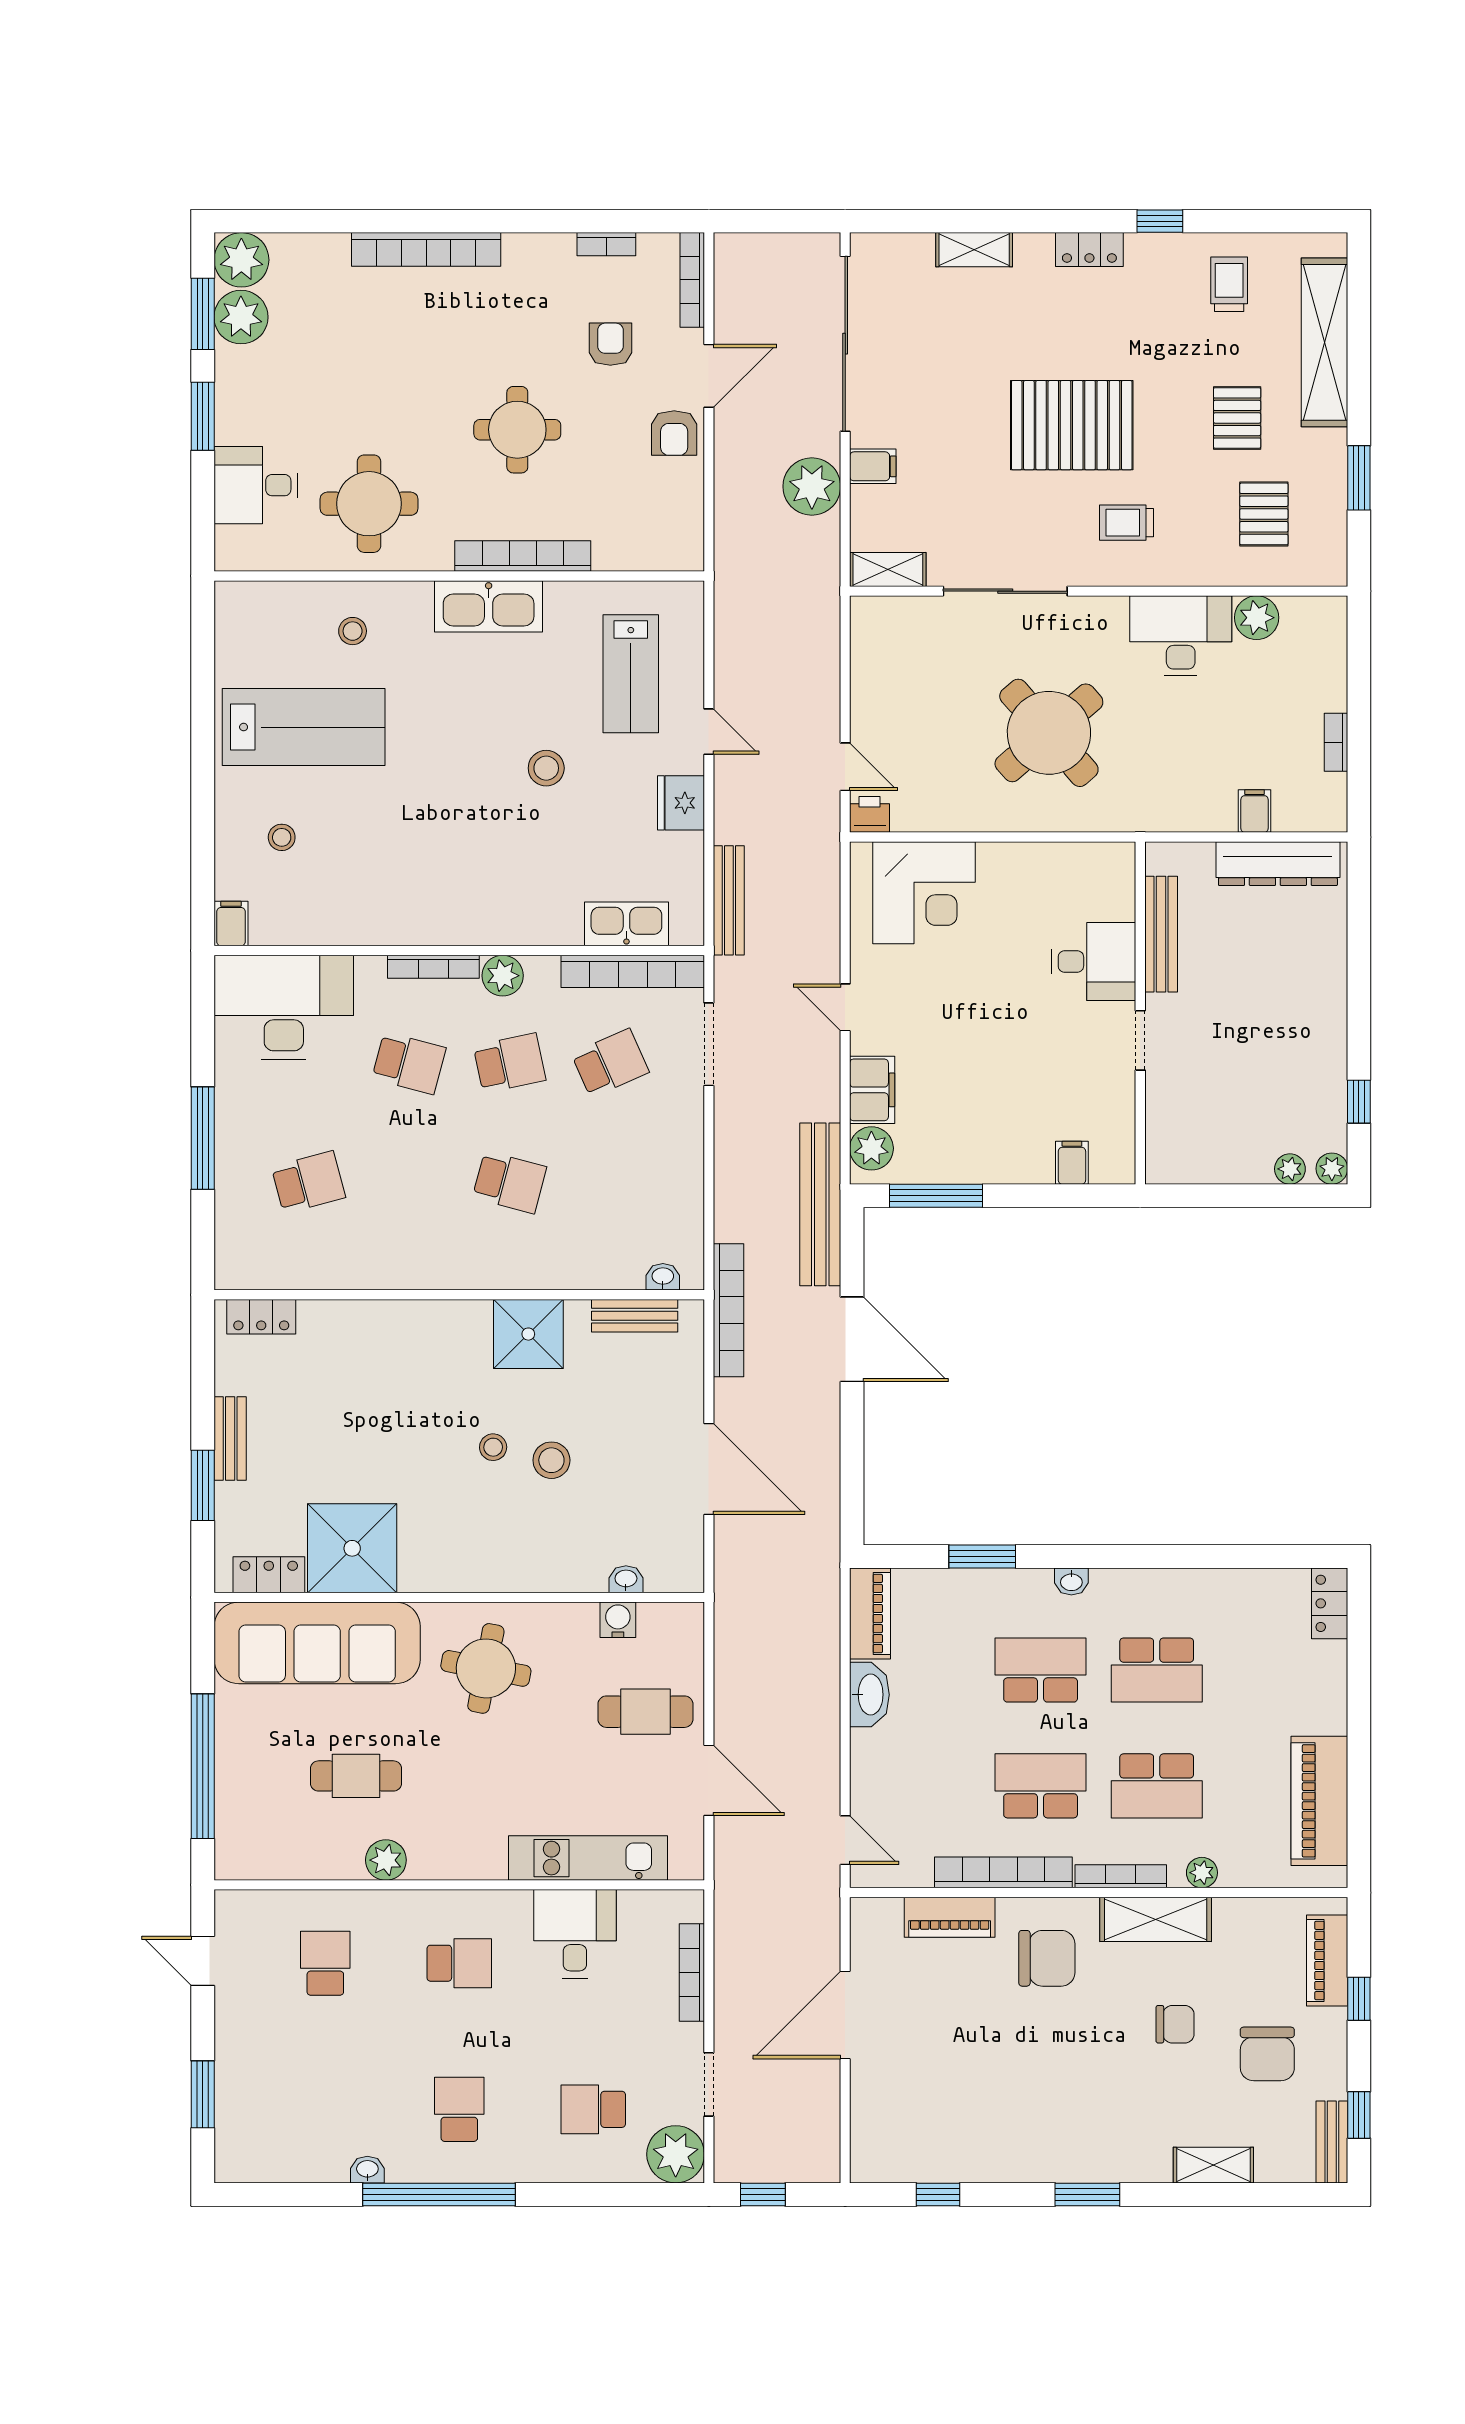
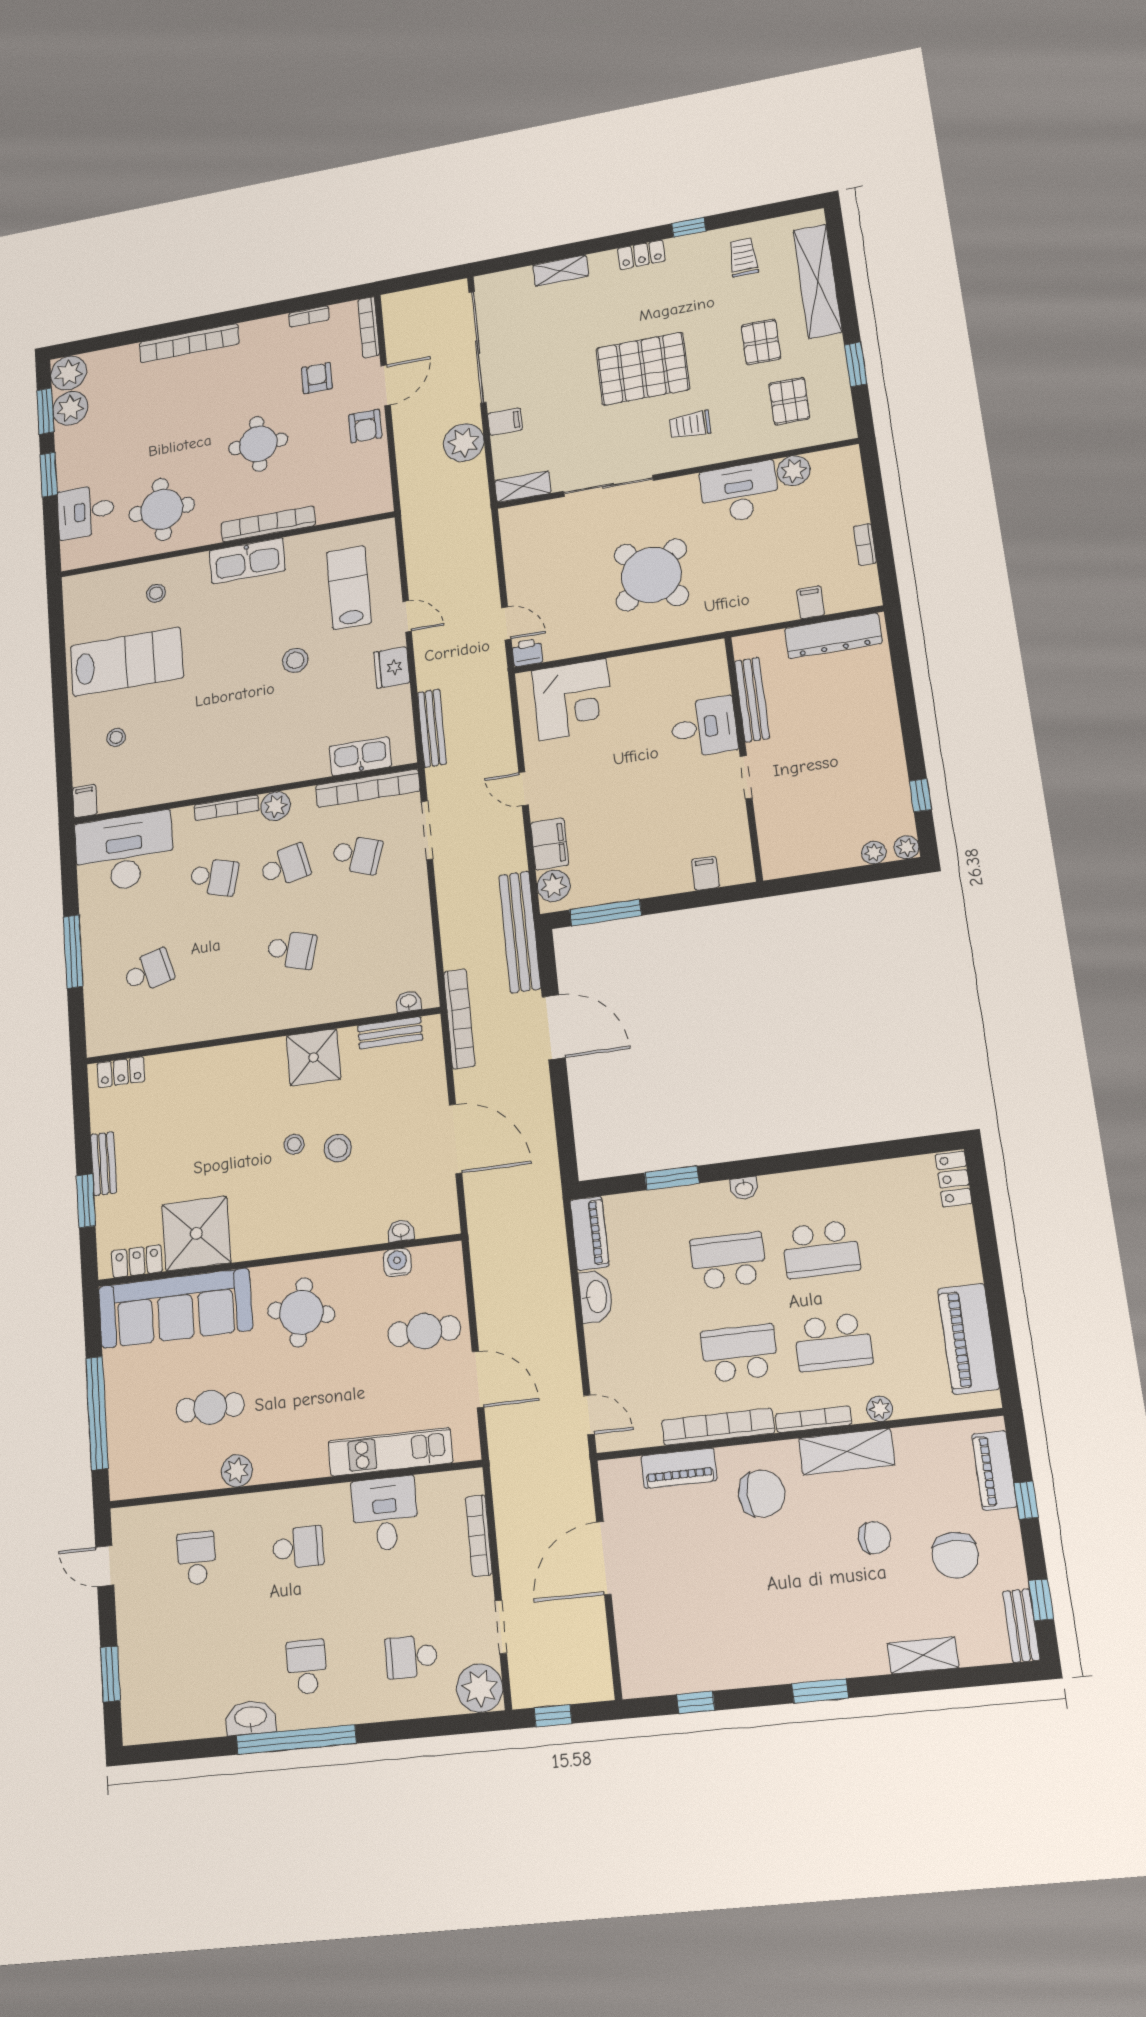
lab bench: (631, 674) -> (349, 587), turned 180
school desk: (610, 1063) -> (357, 855), turned 42
washbasin: (367, 2170) -> (251, 1718), width x1.91, depth x1.45

